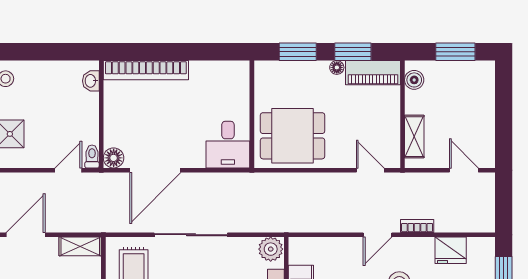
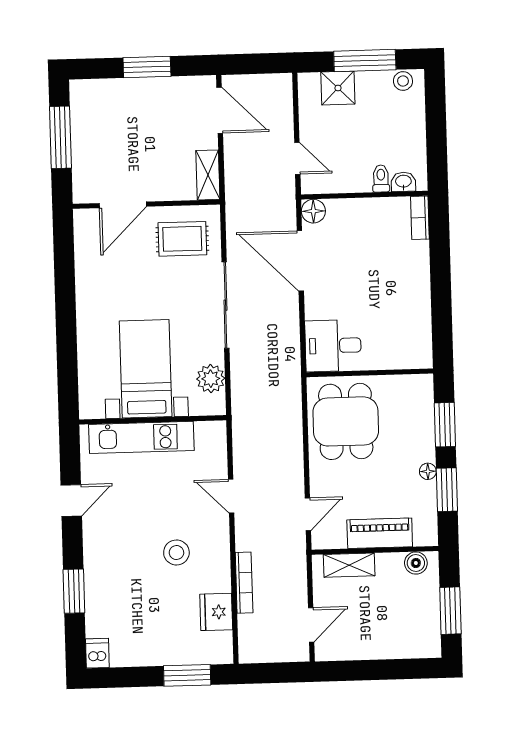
bookcase: (146, 70) -> (420, 218), width x0.43, depth x0.76
piano: (373, 73) -> (380, 533), moved, turned 90
toilet: (92, 156) -> (381, 178), moved, turned -90
bookcase: (417, 226) -> (244, 583), width x1.56
door: (378, 235) -> (231, 496), moved
plant: (271, 249) -> (211, 379), moved

